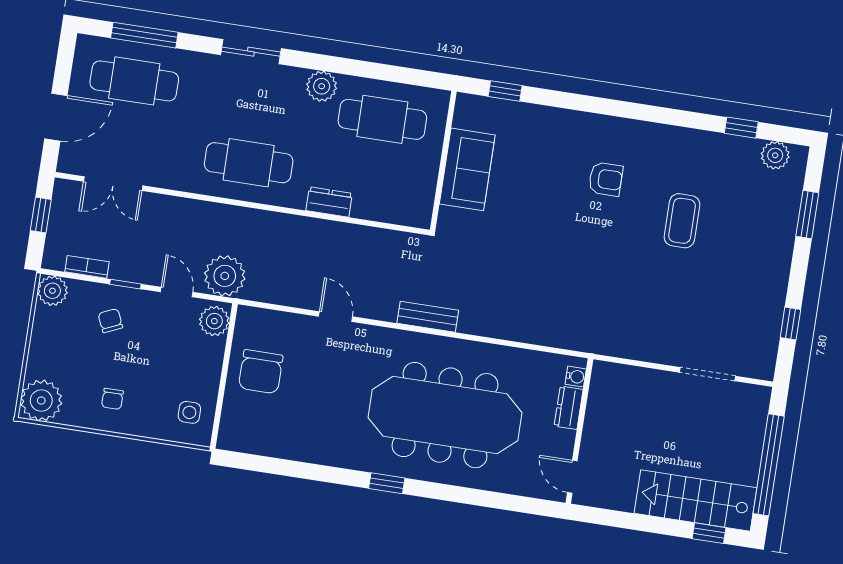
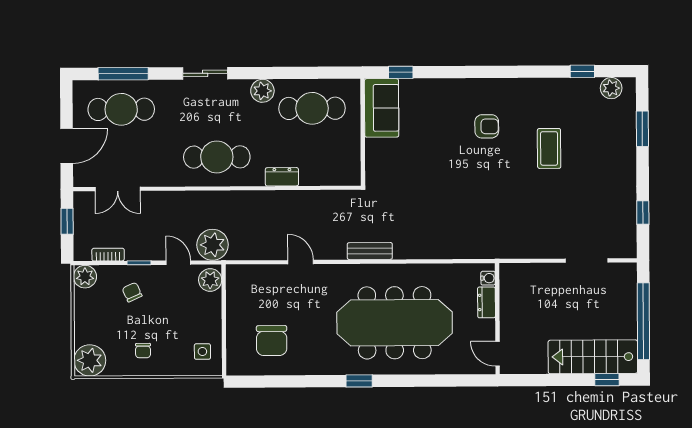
sofa: (467, 169) -> (382, 108), moved
chair: (261, 372) -> (272, 341), moved

